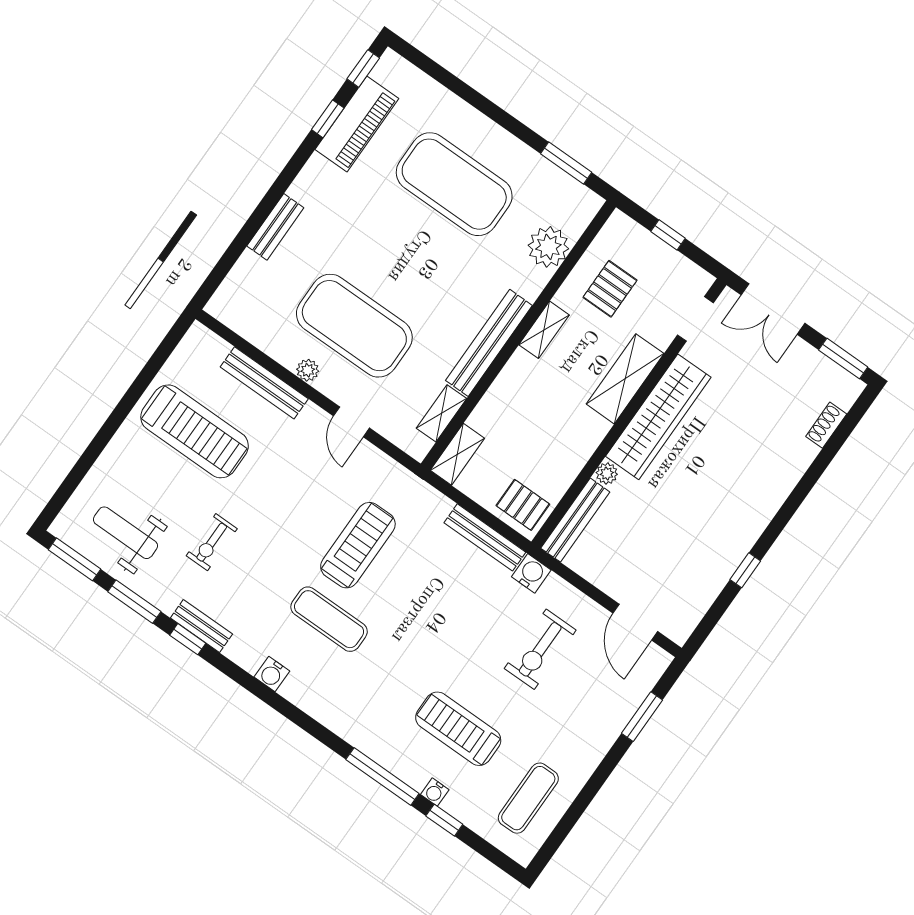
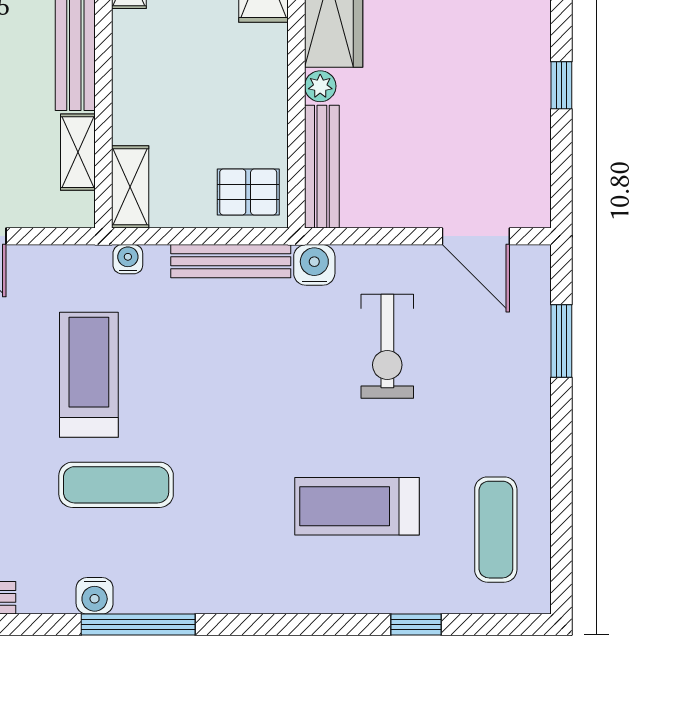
window: (382, 777) -> (138, 624), moved
water cooler: (435, 792) -> (128, 259), moved, turned 180

